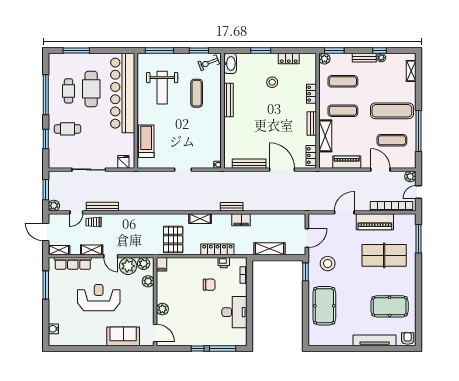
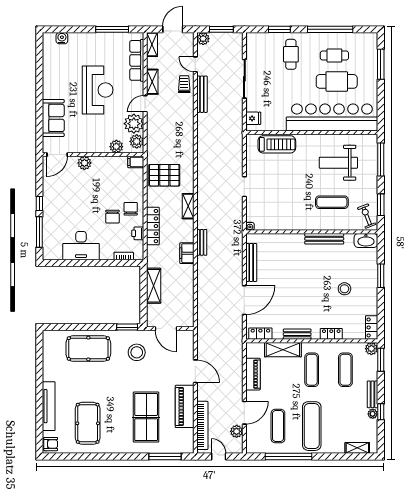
locker: (289, 59) -> (372, 327), moved
plant: (410, 176) -> (237, 431), moved
chair: (202, 269) -> (131, 209), added

